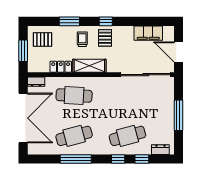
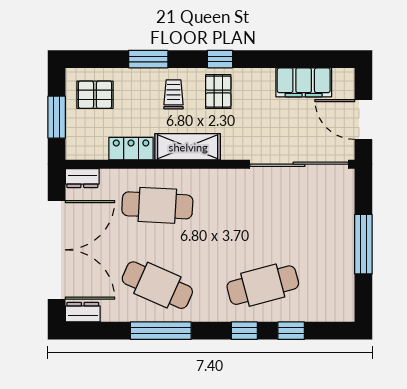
cafe table: (74, 136) -> (157, 285), turned 39
dresser: (160, 150) -> (83, 312), moved

